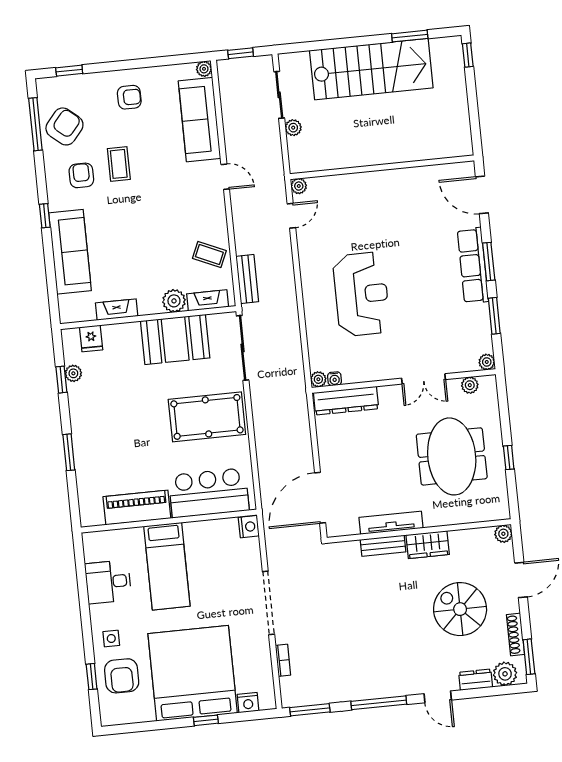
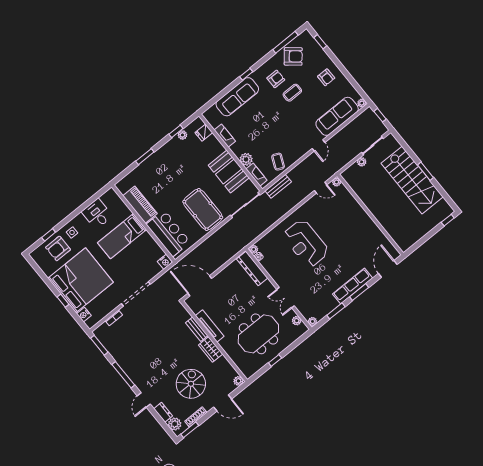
window: (410, 36) -> (425, 171), moved
reception desk: (361, 294) -> (306, 243), turned 90

